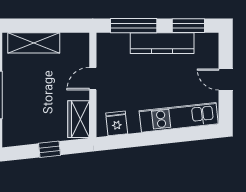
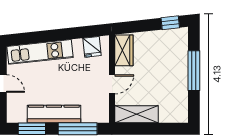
shelving: (34, 43) -> (137, 114), moved
window: (50, 149) -> (170, 23), moved

